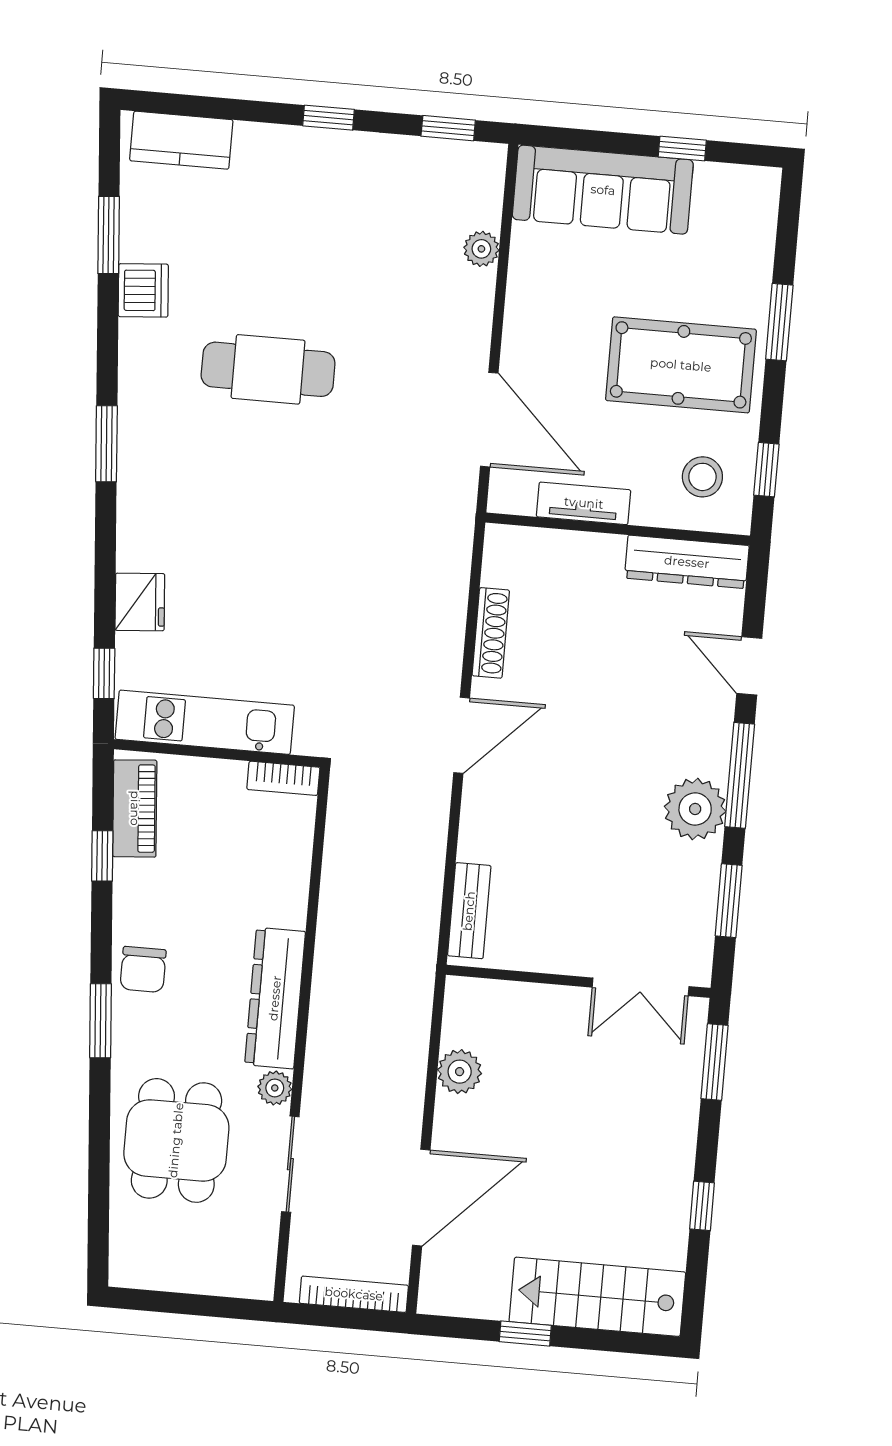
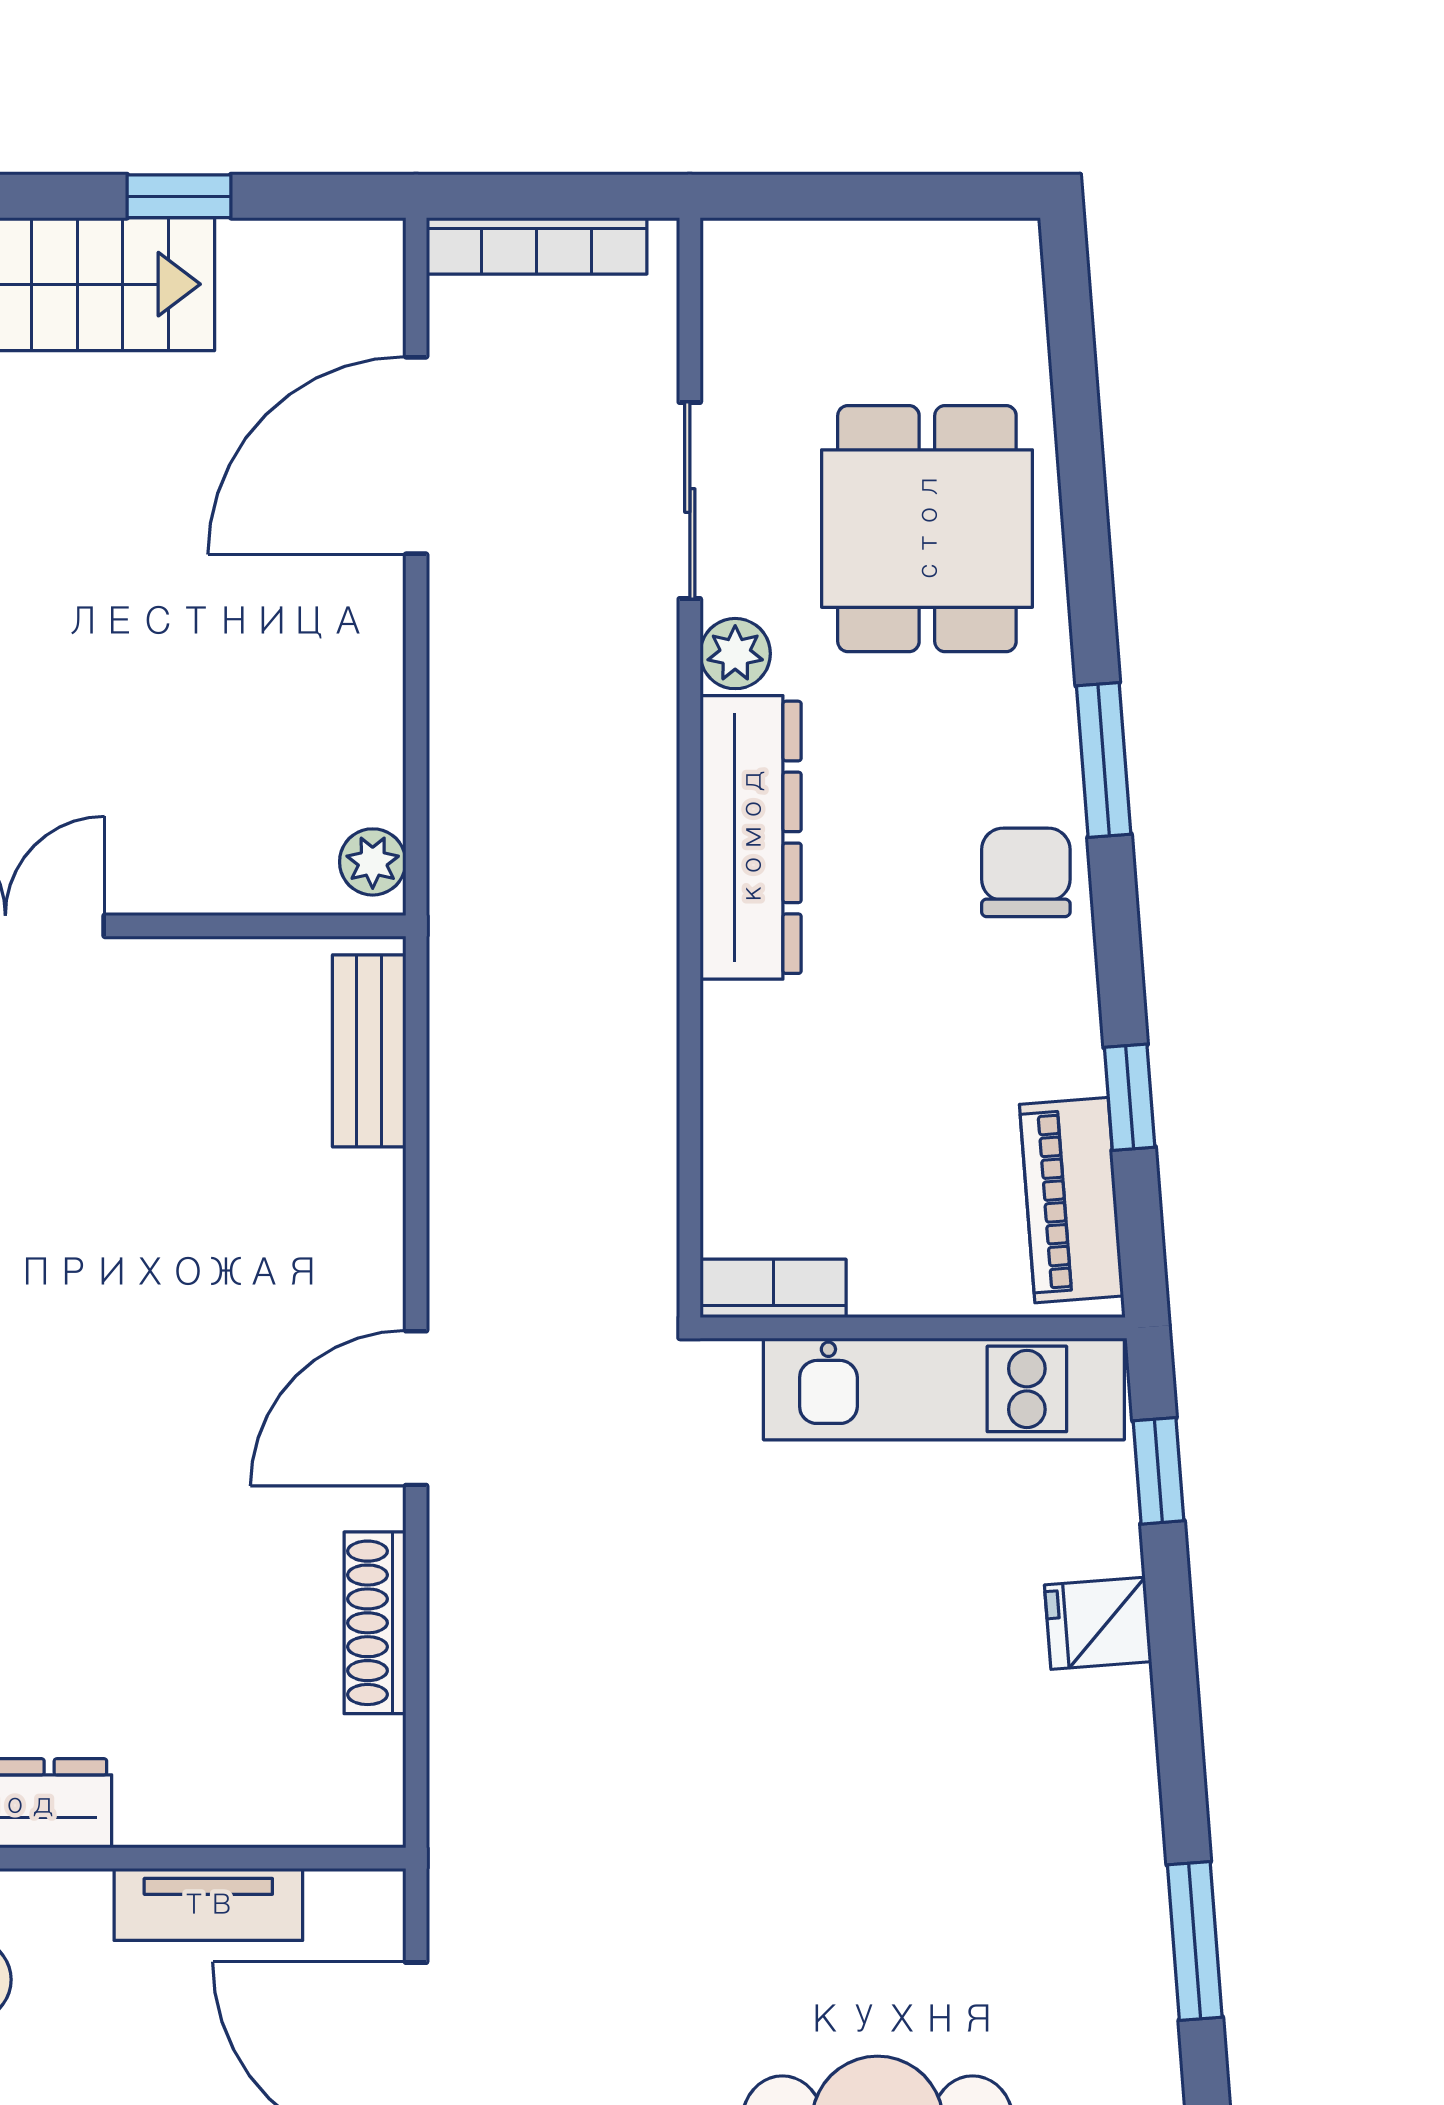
fridge: (140, 602) -> (1098, 1623), width x0.72
plant: (460, 1072) -> (373, 862), moved, width x0.73, depth x0.73

